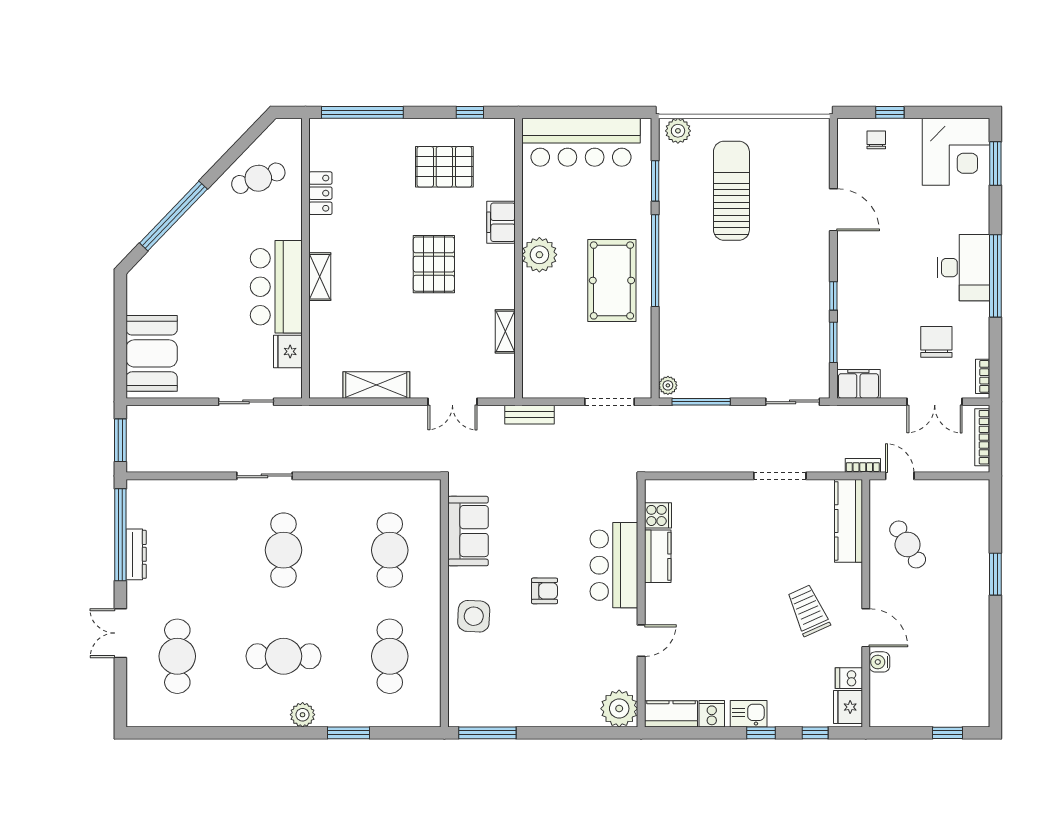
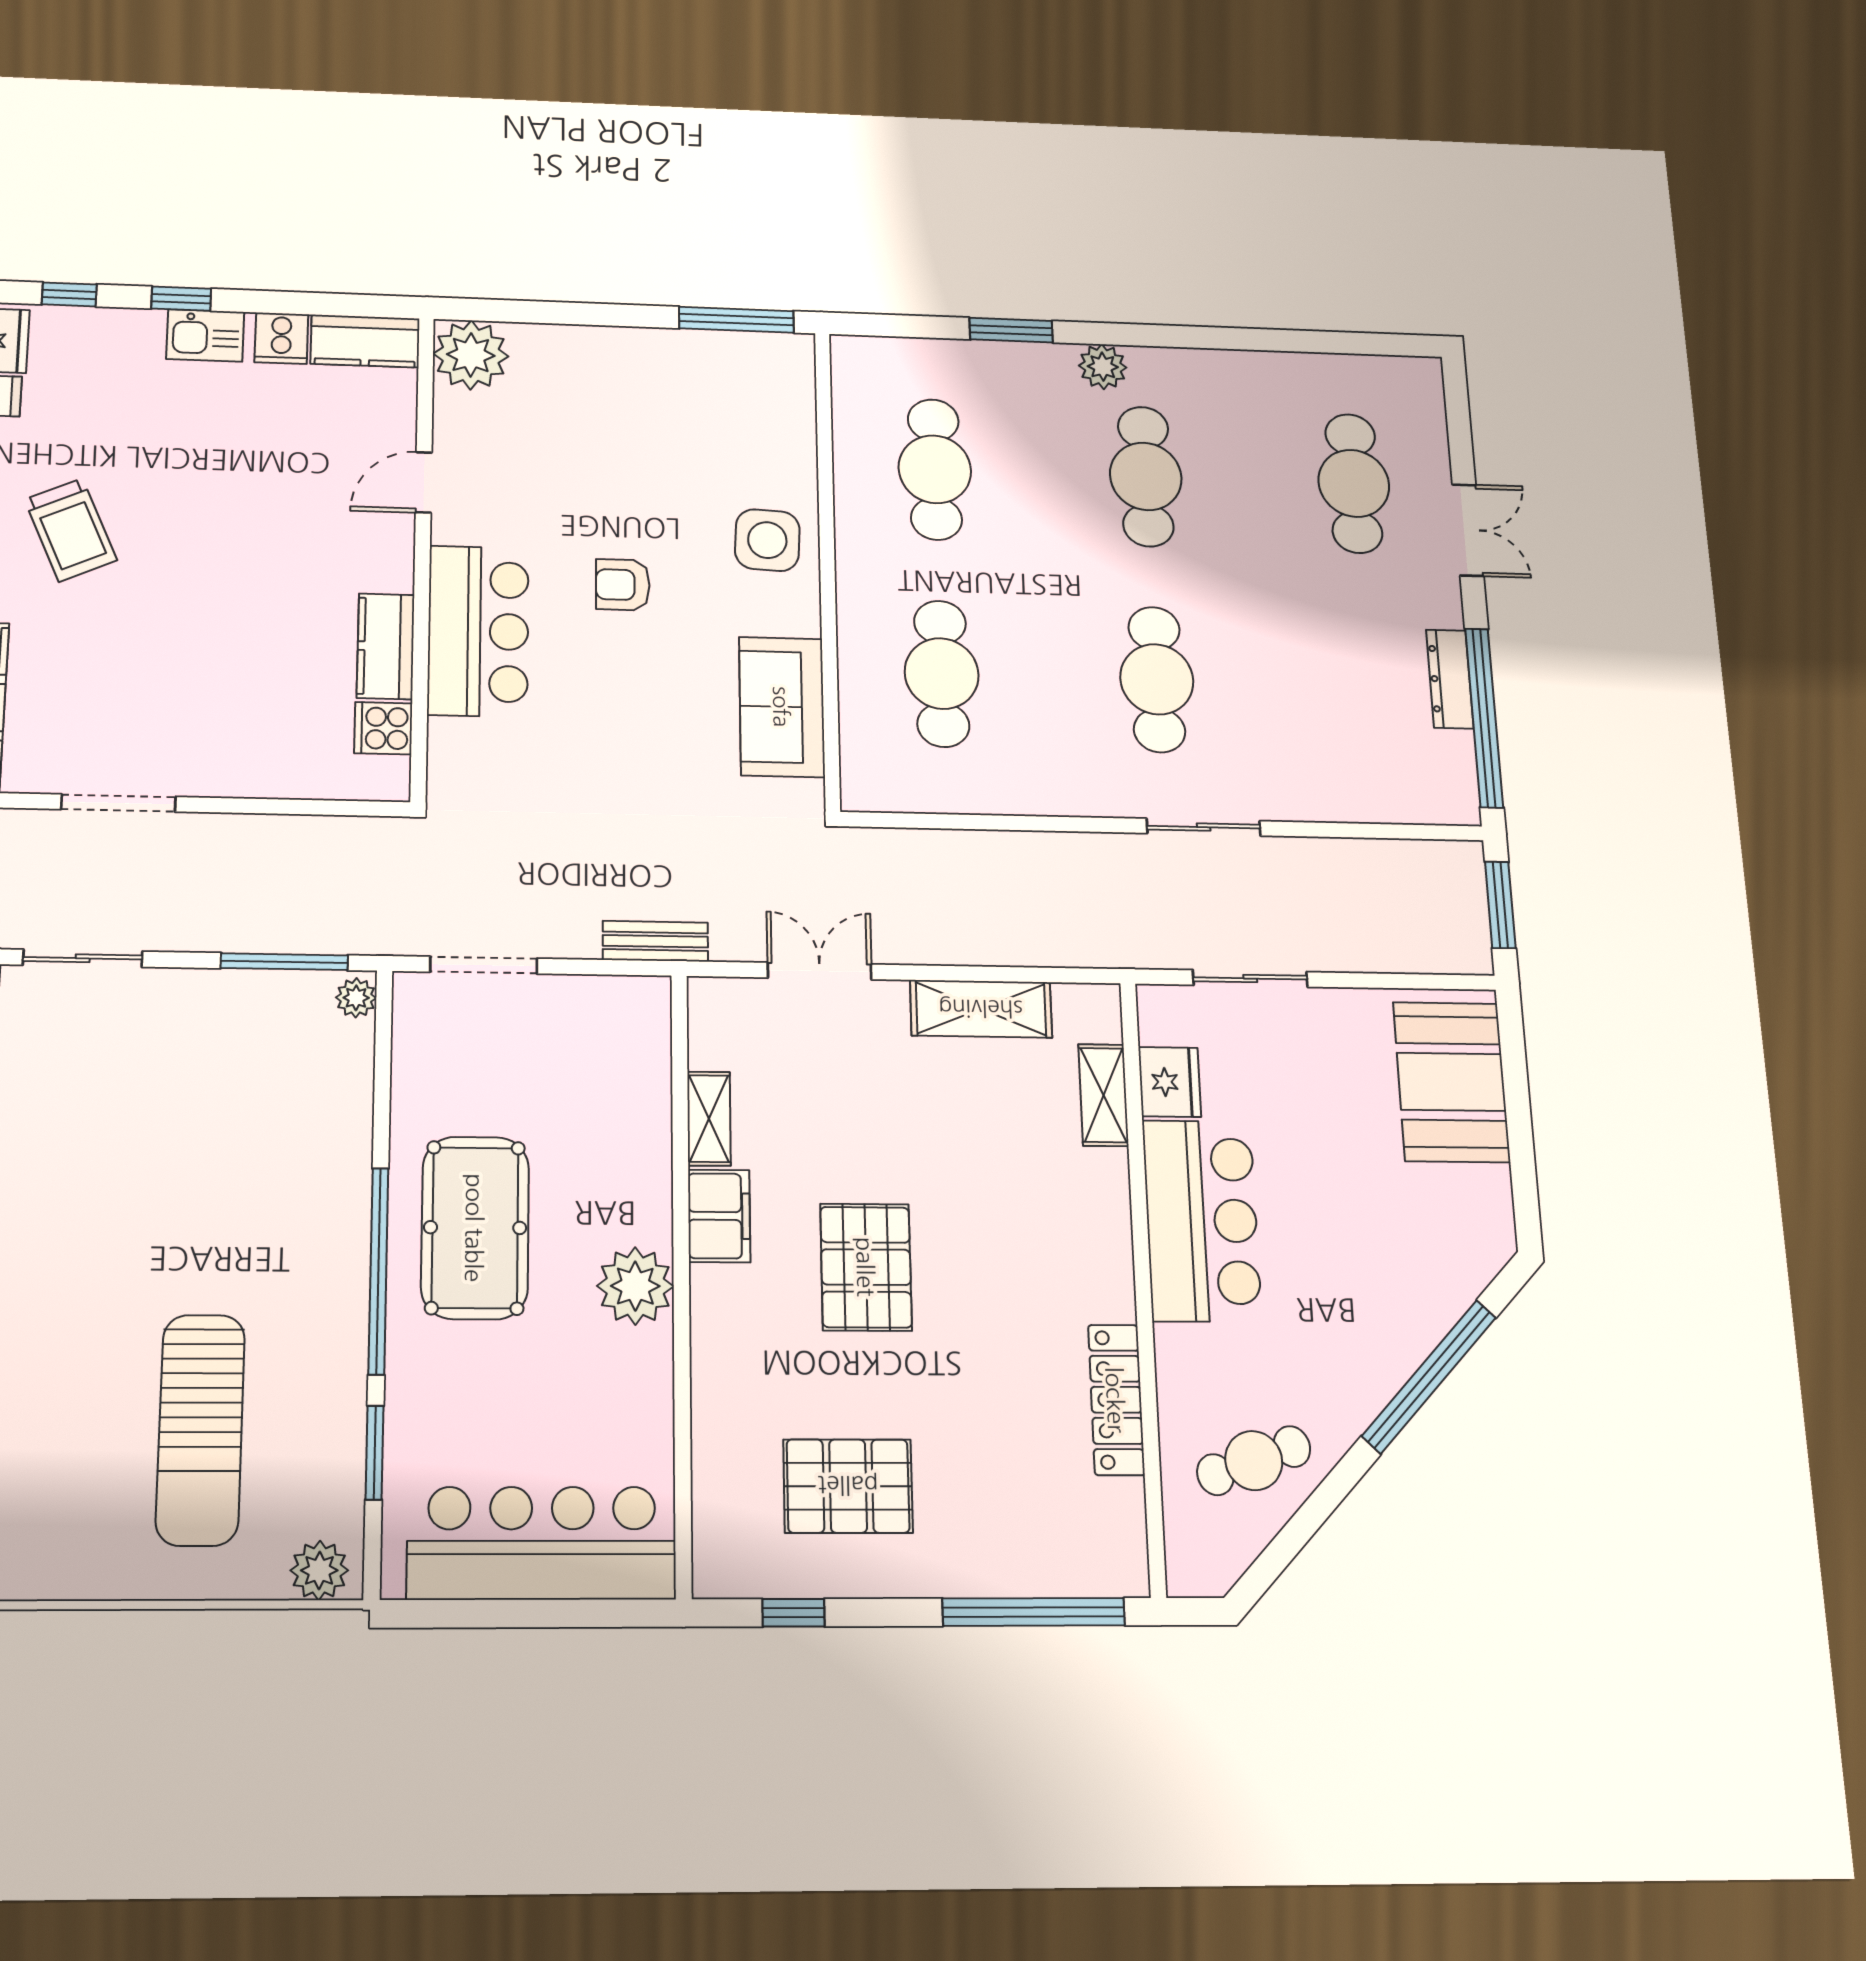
locker: (320, 193) -> (1116, 1400), width x1.53
filing cabinet: (501, 222) -> (719, 1216), moved
shelving: (320, 277) -> (1103, 1095), moved
cafe table: (284, 656) -> (1146, 476), turned 90

